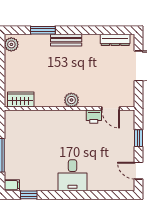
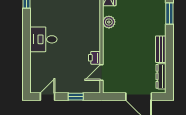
bench: (66, 40) -> (161, 49), moved
plant: (71, 100) -> (109, 22), moved

